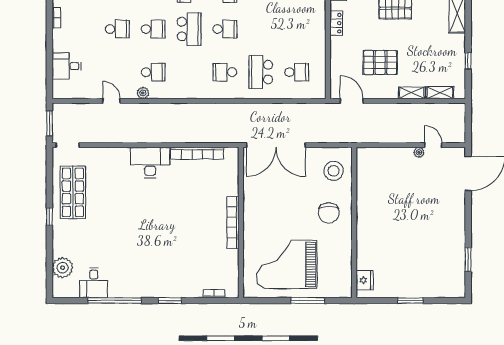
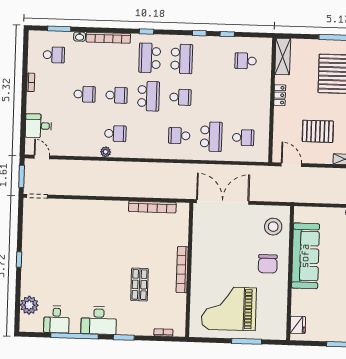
school desk: (261, 72) -> (211, 137), turned 180
door: (111, 101) -> (42, 157), moved
double door: (276, 145) -> (223, 202), swing flipped
desk: (150, 163) -> (99, 320), moved, turned 180
shop shelf: (73, 192) -> (139, 285), moved, width x0.70, depth x0.74
sofa: (371, 203) -> (305, 256), added

